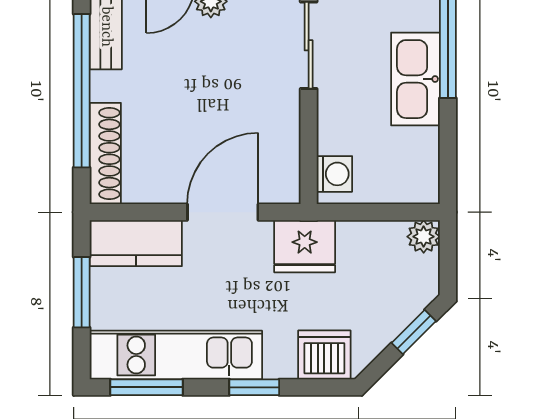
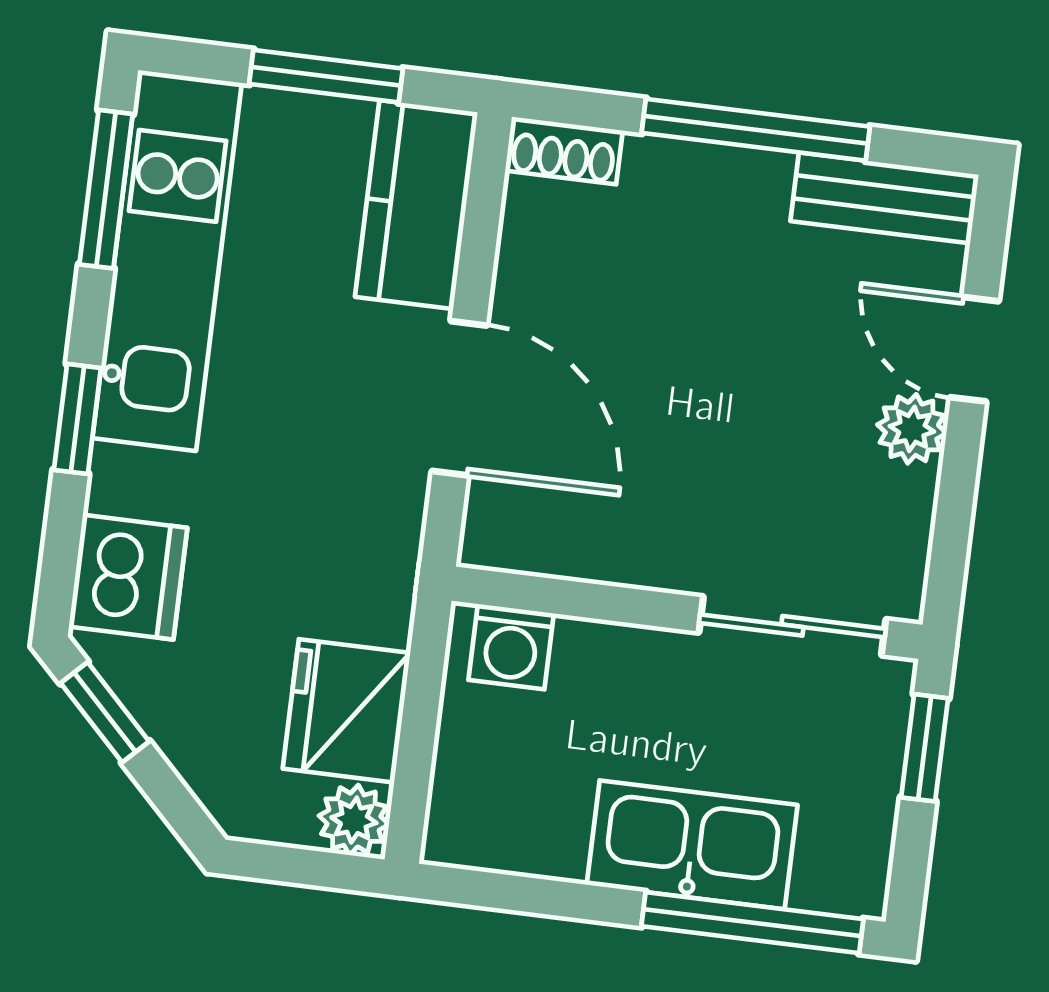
window: (82, 91) -> (756, 130), width x0.68
shoe rack: (105, 154) -> (564, 151), width x0.51, depth x0.81
fridge: (305, 246) -> (347, 711), moved
window: (414, 332) -> (105, 712), moved

